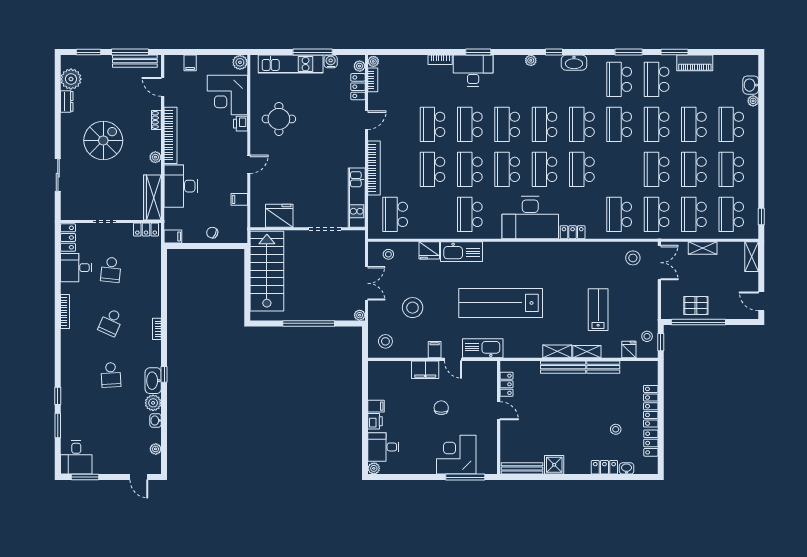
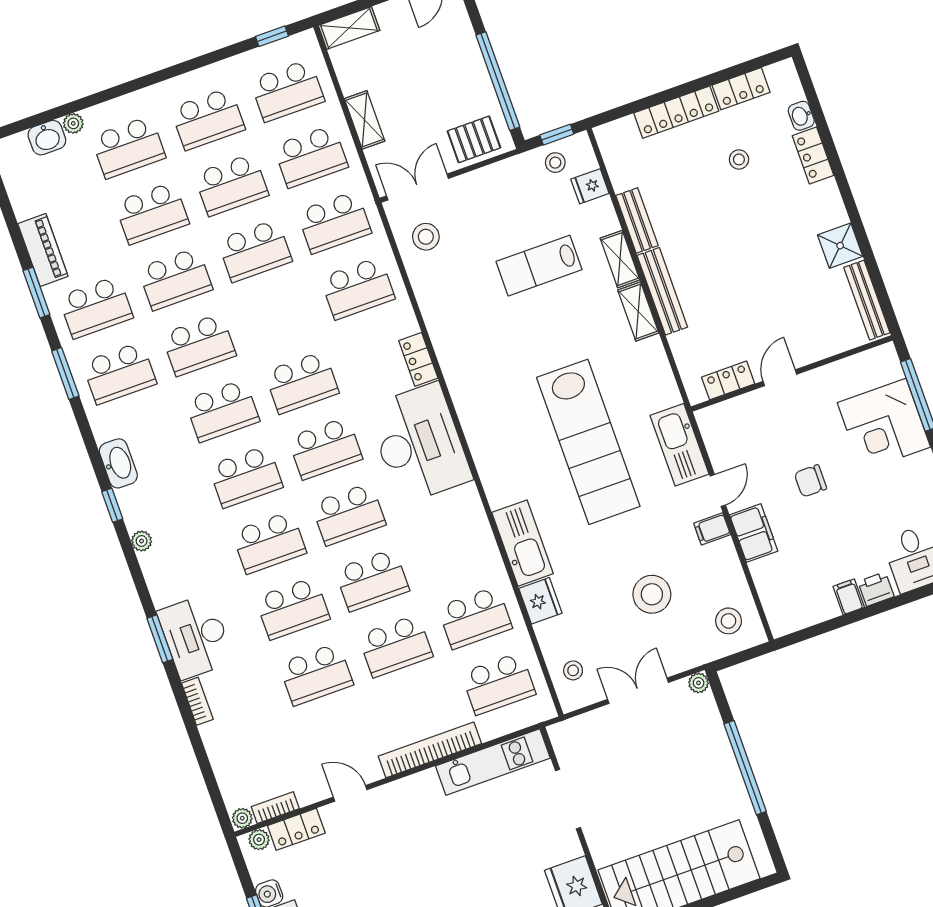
school desk: (470, 214) -> (475, 618), moved
pallet: (696, 305) -> (474, 139), moved, turned 90

